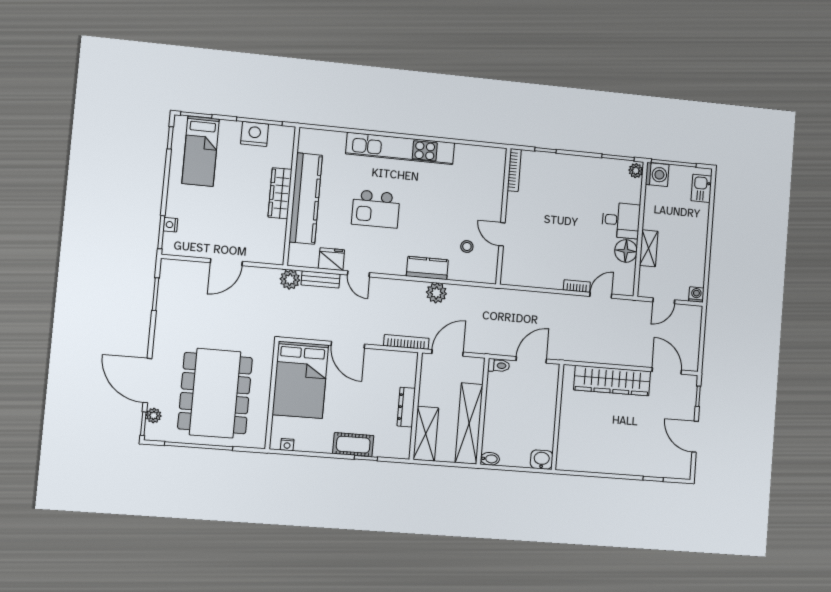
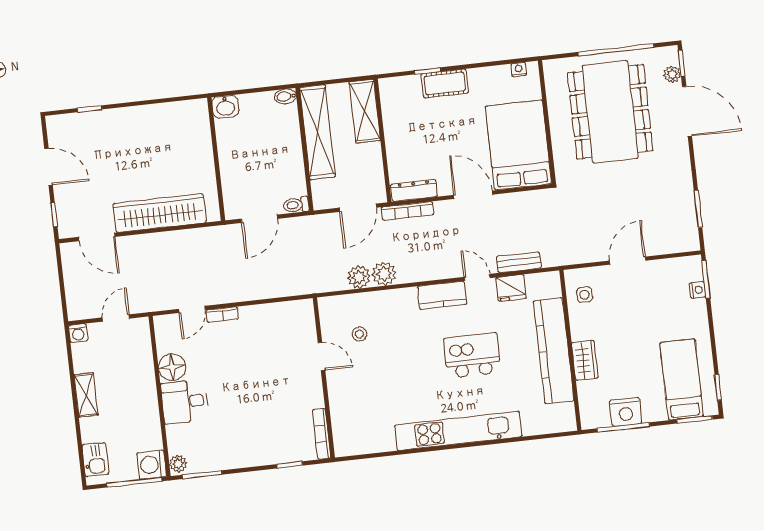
wardrobe: (280, 193) -> (585, 360), width x0.67
side table: (270, 241) -> (585, 295), added
shelving: (649, 248) -> (86, 395), moved
kitchen counter: (427, 268) -> (442, 295), moved
plant: (290, 280) -> (359, 277), moved
dresser: (406, 407) -> (414, 190), moved, turned -90

